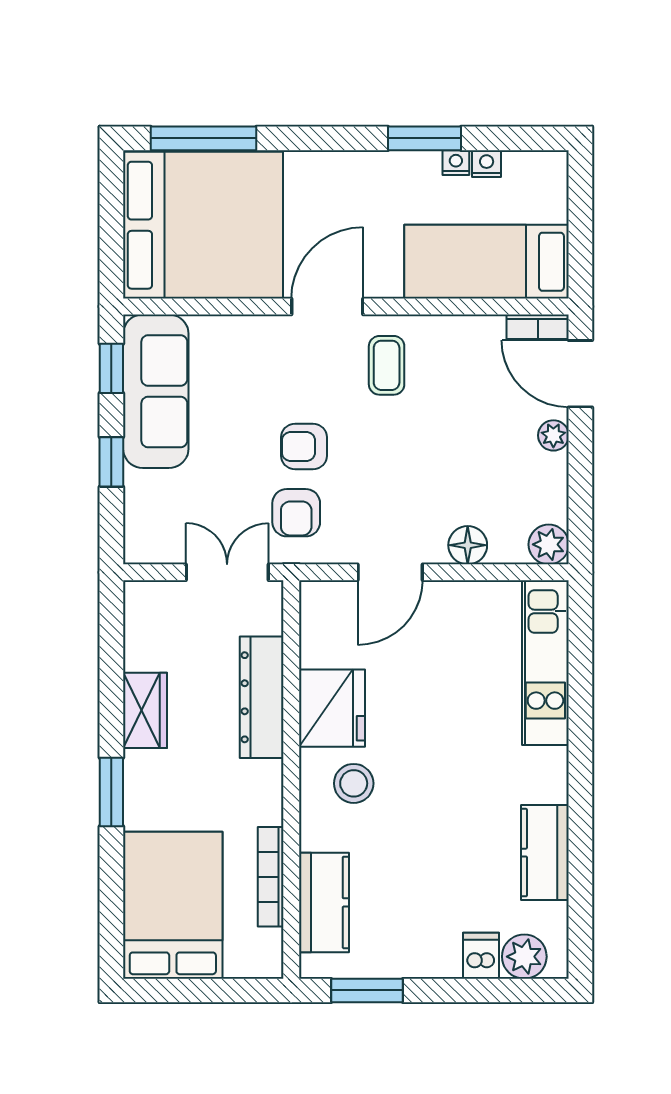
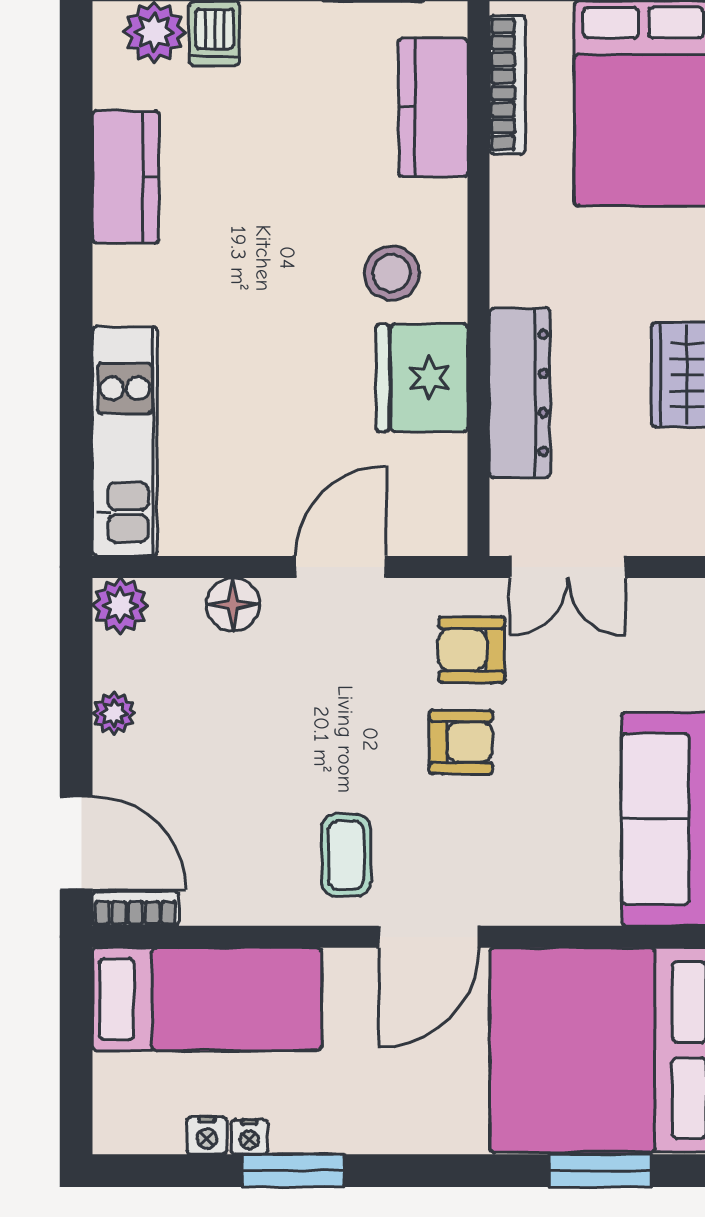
window: (204, 138) -> (601, 1171), width x0.69
plant: (553, 435) -> (114, 713), moved
armchair: (296, 513) -> (472, 650), turned -90
bookcase: (271, 877) -> (507, 85), moved

